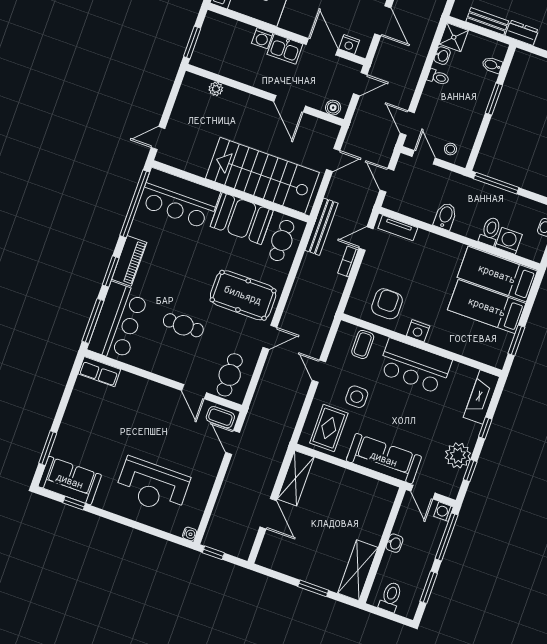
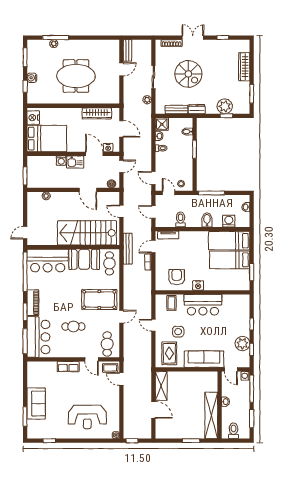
door: (333, 160) -> (121, 211), swing flipped
bidet: (445, 216) -> (207, 220), moved
toilet: (490, 231) -> (181, 219), moved
row of seats: (99, 372) -> (68, 367), moved
fireplace: (481, 397) -> (244, 308), removed
sofa: (70, 481) -> (36, 403), moved, turned 90
shelving: (358, 570) -> (211, 415), width x1.47

